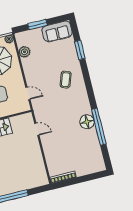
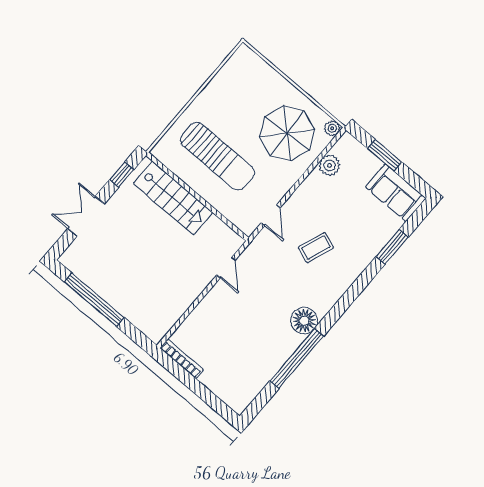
coffee table: (66, 80) -> (316, 248), moved
floor lamp: (87, 122) -> (304, 321), moved

